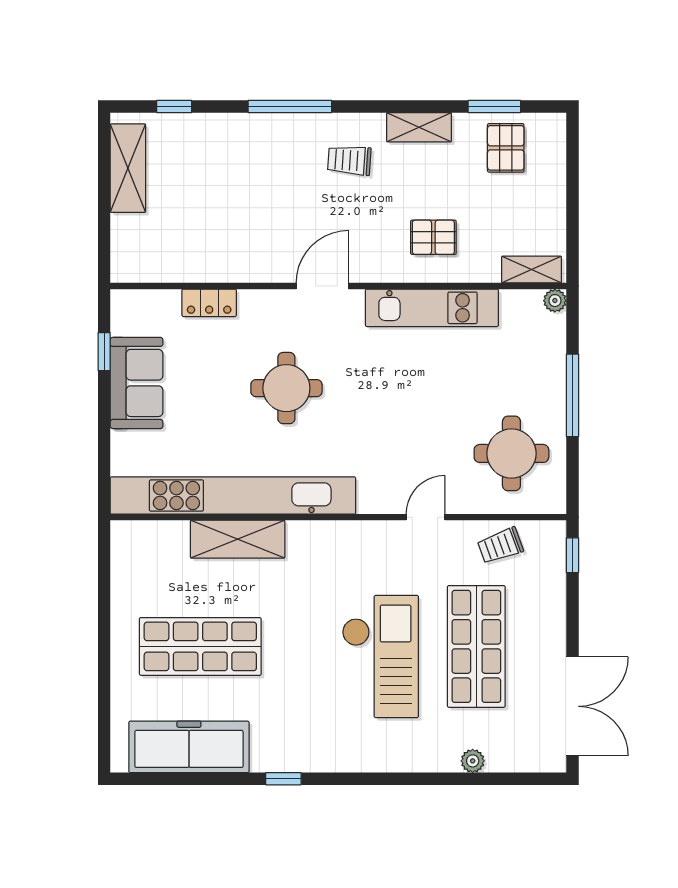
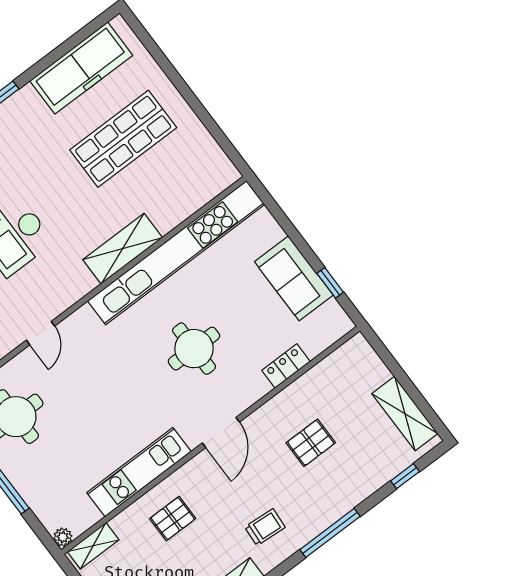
pallet: (242, 209) -> (311, 443), added
shelving: (238, 539) -> (123, 249), moved

